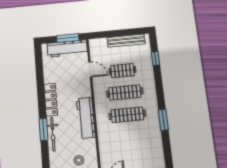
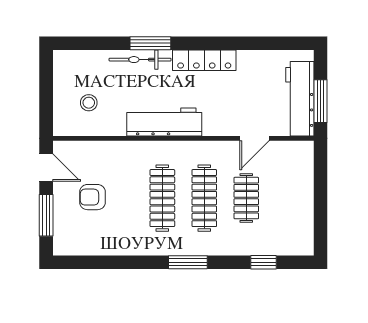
bench: (126, 41) -> (304, 211), removed
window: (163, 120) -> (188, 262), moved
armchair: (131, 153) -> (92, 197), added

